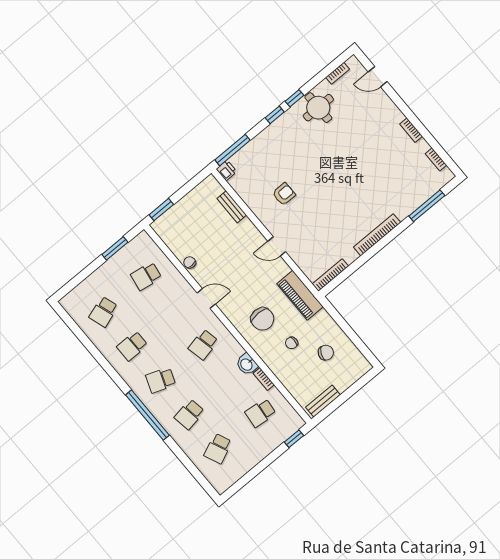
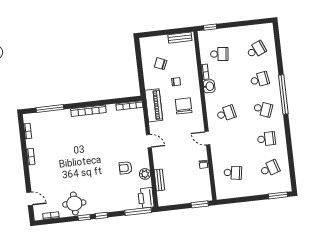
printer: (226, 170) -> (146, 198), width x1.87, depth x1.48
plant: (255, 202) -> (145, 174), added
window: (115, 248) -> (278, 195), moved

